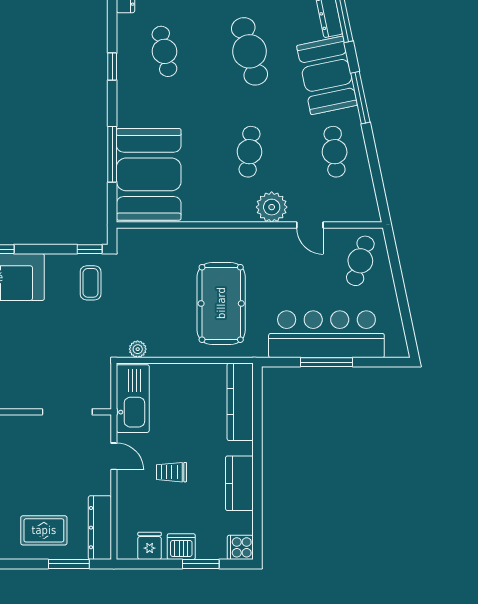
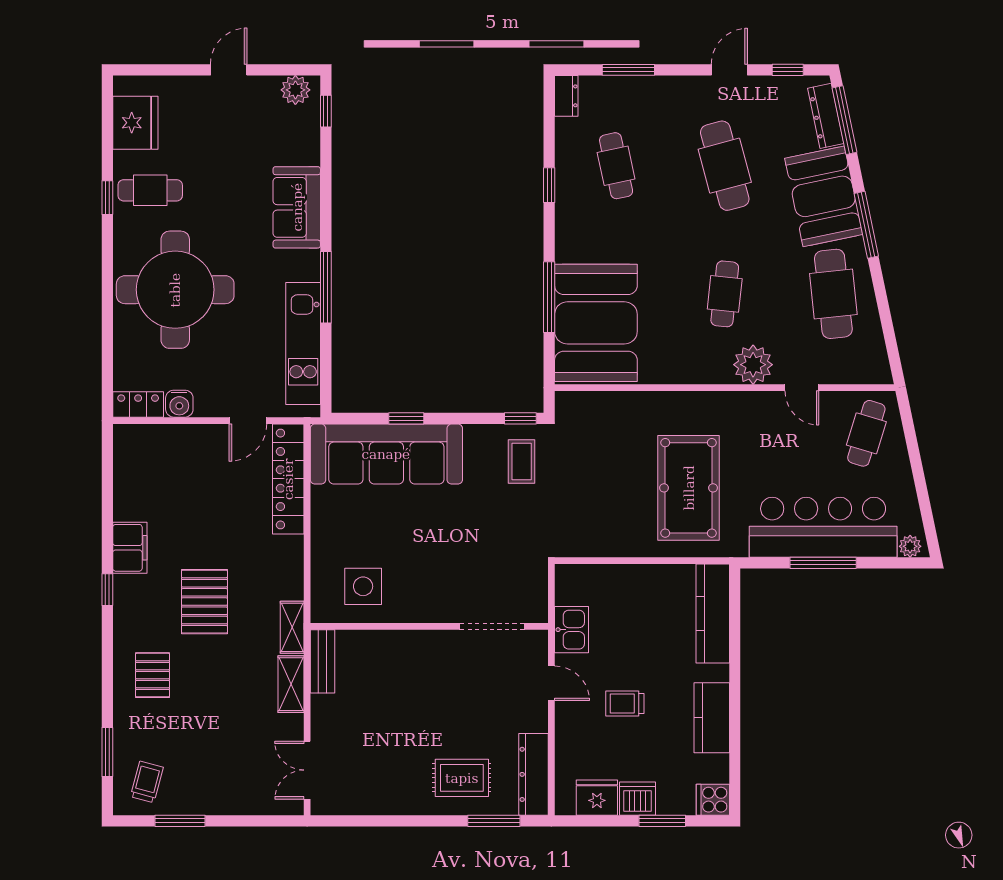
cafe table: (335, 152) -> (833, 294), width x1.37, depth x1.35
plant: (138, 349) -> (910, 546), moved
kitchen sink: (133, 399) -> (572, 630), width x0.53, depth x0.81
fridge: (150, 546) -> (597, 798), width x1.38

